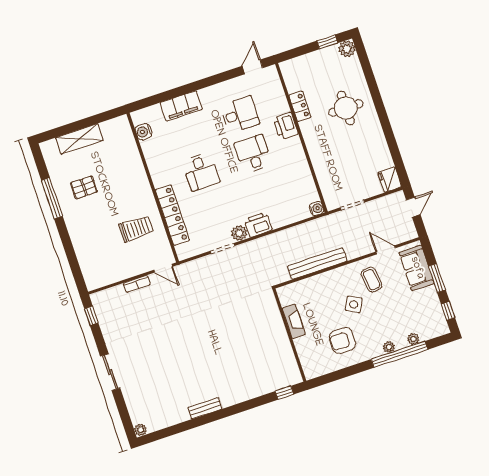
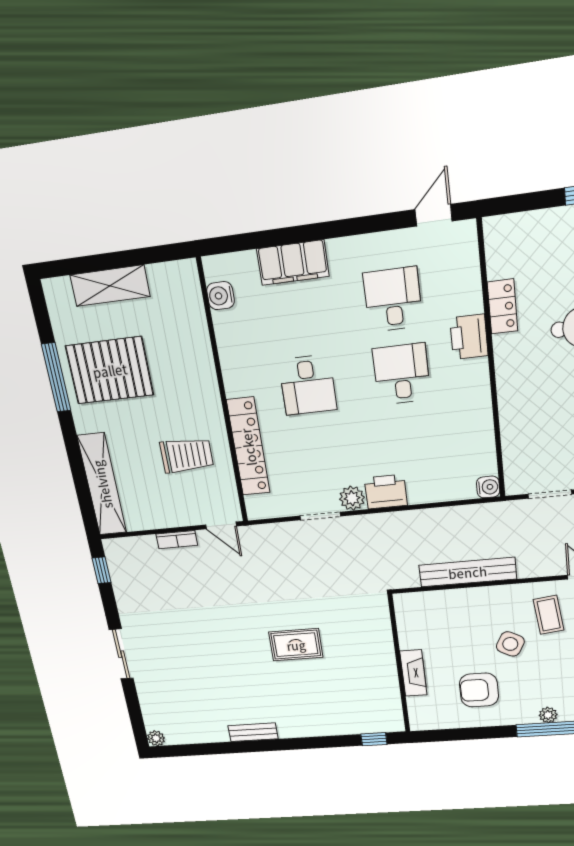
desk: (240, 114) -> (393, 299), turned -90
pallet: (84, 187) -> (110, 370), width x2.05, depth x2.00
shelving: (86, 259) -> (102, 484), added
fireplace: (294, 321) -> (413, 673), moved
rug: (222, 337) -> (296, 645), added

